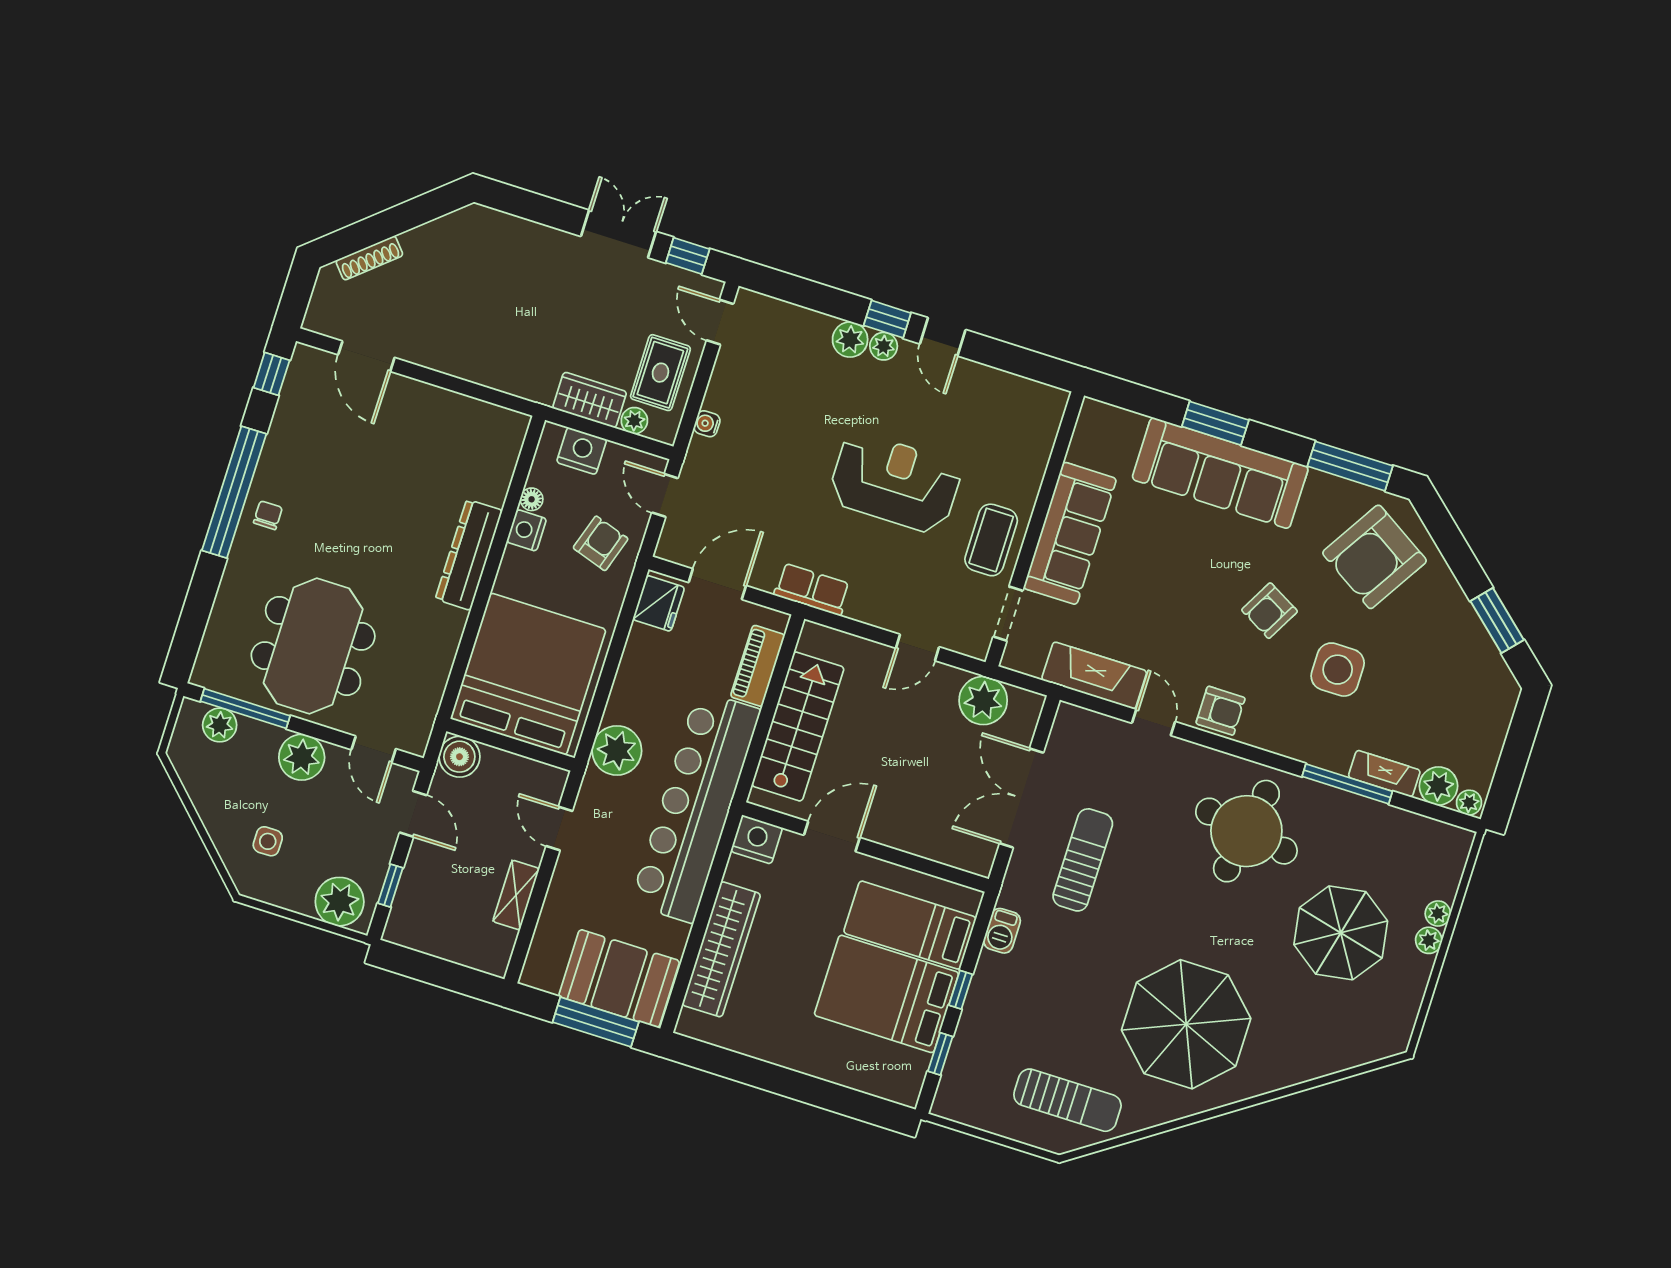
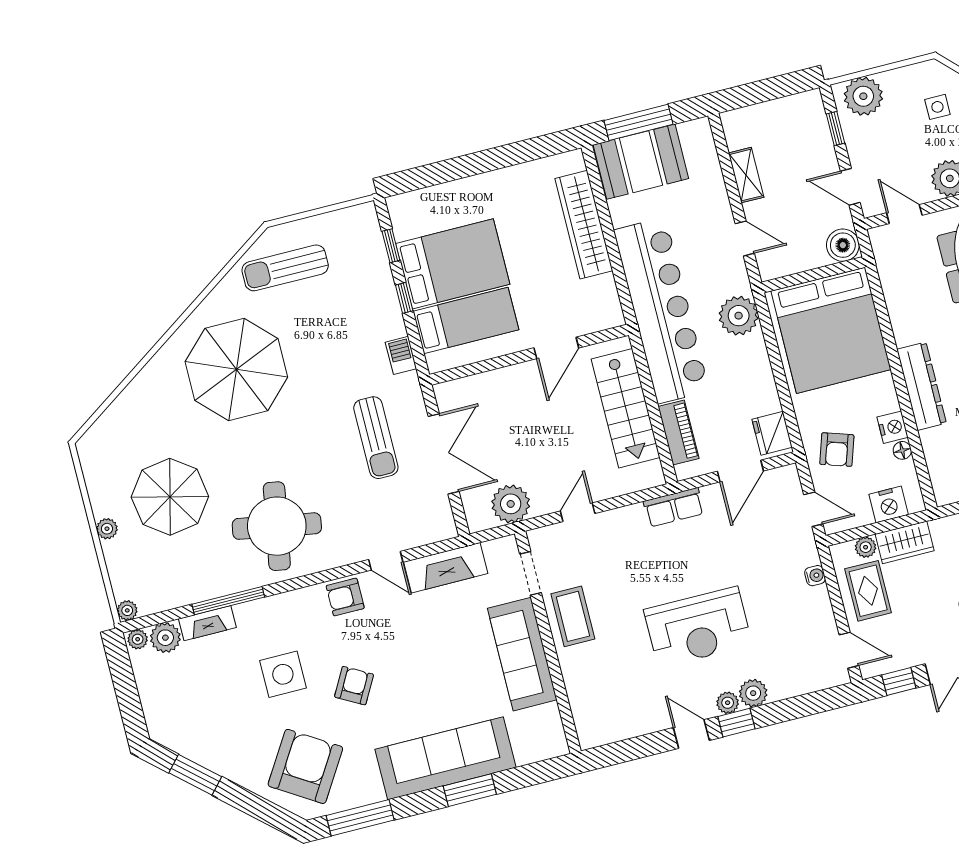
reception desk: (895, 483) -> (698, 627), moved
nightstand: (757, 840) -> (606, 314), removed
plant: (1438, 913) -> (127, 610), moved

